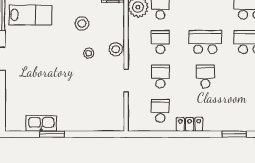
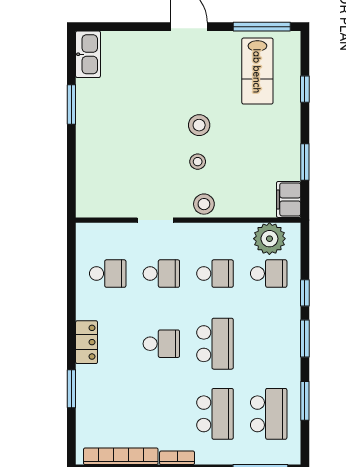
stool: (82, 24) -> (199, 125), moved
kitchen sink: (41, 123) -> (88, 54), moved
locker: (190, 124) -> (87, 342), moved

